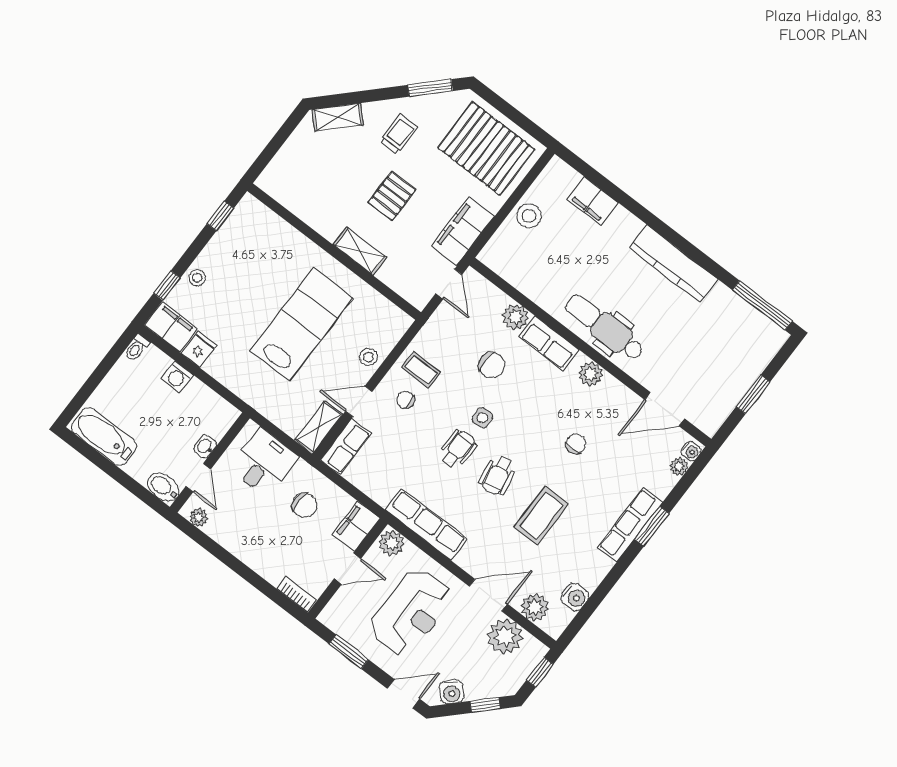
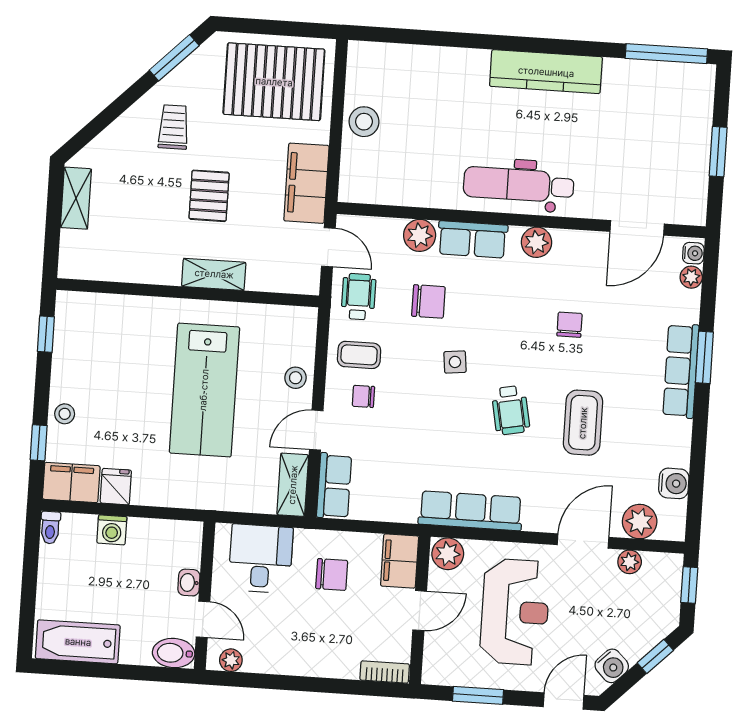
shelving: (338, 117) -> (76, 198), moved, turned -45
filing cabinet: (593, 201) -> (420, 63), removed
lab bench: (302, 324) -> (204, 390), turned 180
wheelchair: (458, 449) -> (358, 297), moved
plant: (505, 637) -> (630, 562), width x0.53, depth x0.53

